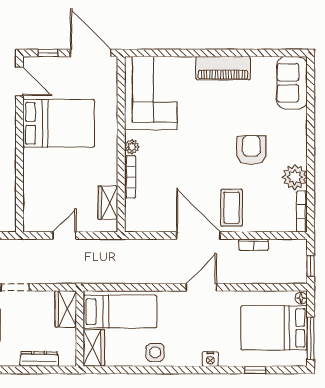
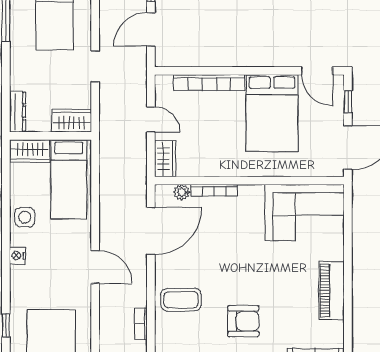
door: (20, 81) -> (317, 71), hinge flipped
plant: (132, 147) -> (182, 192), moved
bookcase: (30, 181) -> (209, 83), added
wardrobe: (108, 203) -> (165, 159), moved, turned 90
door: (198, 236) -> (151, 231), moved
dresser: (39, 359) -> (18, 112), moved
nightstand: (210, 359) -> (18, 256), moved

